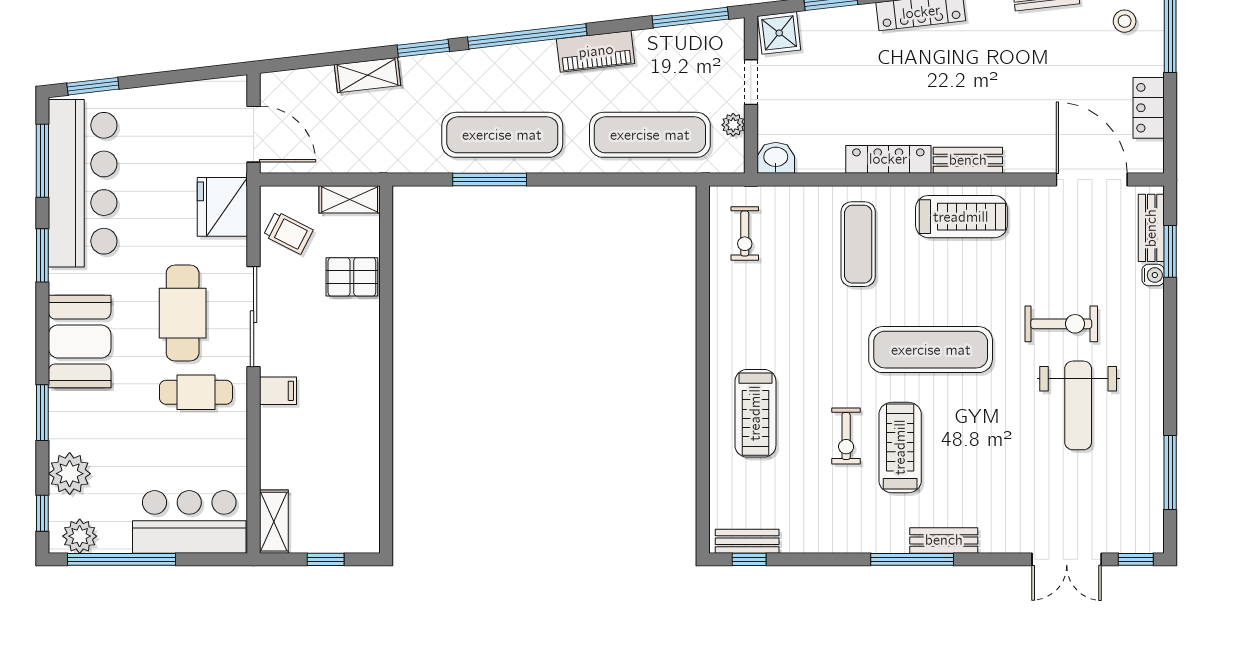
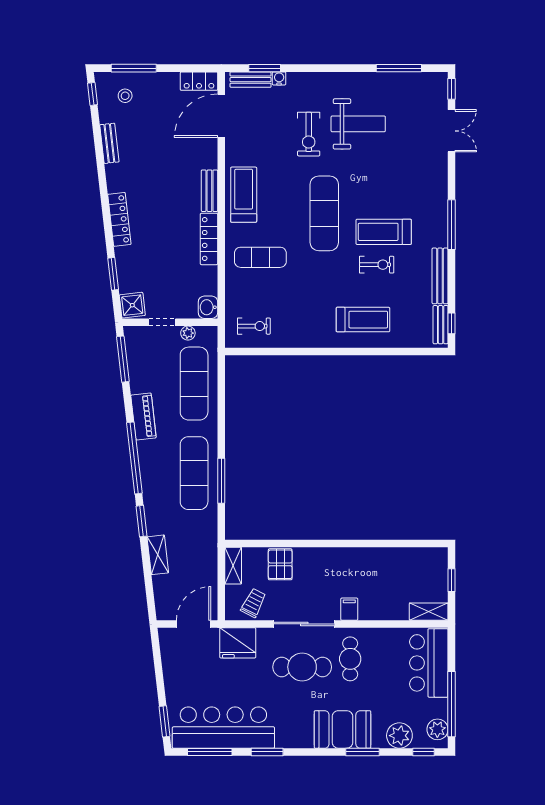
locker: (1149, 108) -> (199, 81), moved
exercise bike: (1061, 324) -> (309, 134), turned 180
booth: (80, 341) -> (342, 729), moved
bench: (944, 540) -> (440, 276), moved, width x1.36

